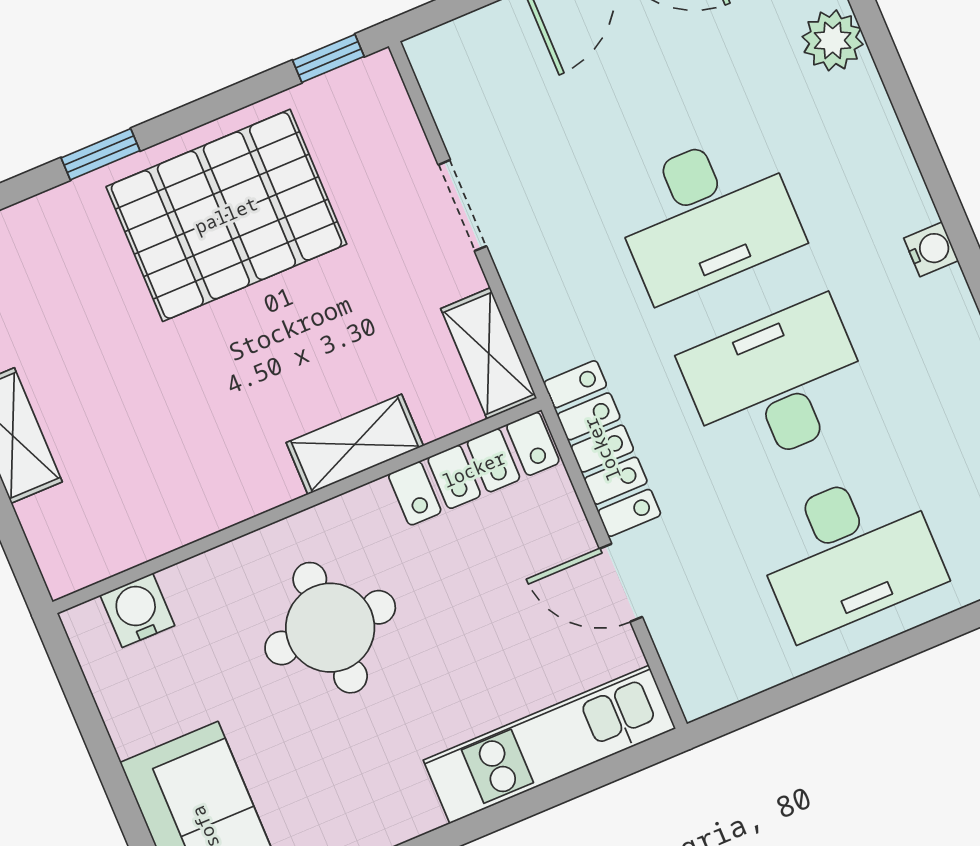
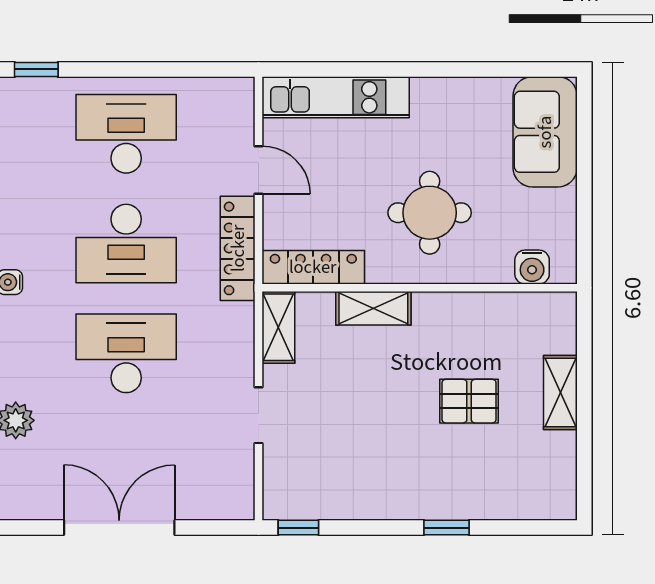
pallet: (226, 215) -> (469, 401), moved, width x0.49, depth x0.50

